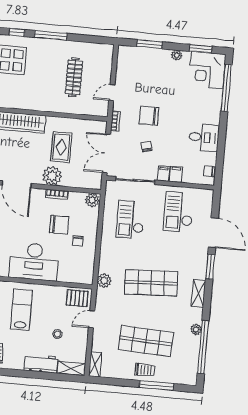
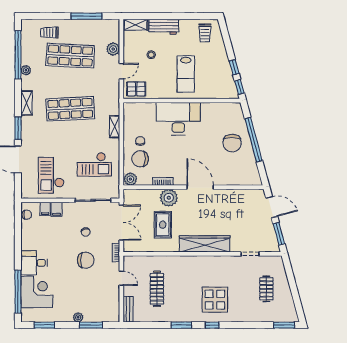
window: (51, 35) -> (181, 325), width x0.69
plant: (177, 55) -> (78, 317), moved
bench: (107, 58) -> (128, 309), added
corner desk: (207, 70) -> (37, 292), moved
door: (112, 93) -> (121, 278), hinge flipped
desk: (204, 137) -> (34, 263), moved
filing cabinet: (164, 174) -> (45, 209), moved
checkout: (179, 212) -> (51, 175), turned 180
checkout: (130, 220) -> (94, 164), turned 90
chair: (59, 225) -> (140, 159), moved
plant: (104, 281) -> (113, 49), moved
shelving: (95, 364) -> (114, 127), moved
trolley: (145, 370) -> (49, 33), moved
window: (156, 386) -> (87, 16), moved

